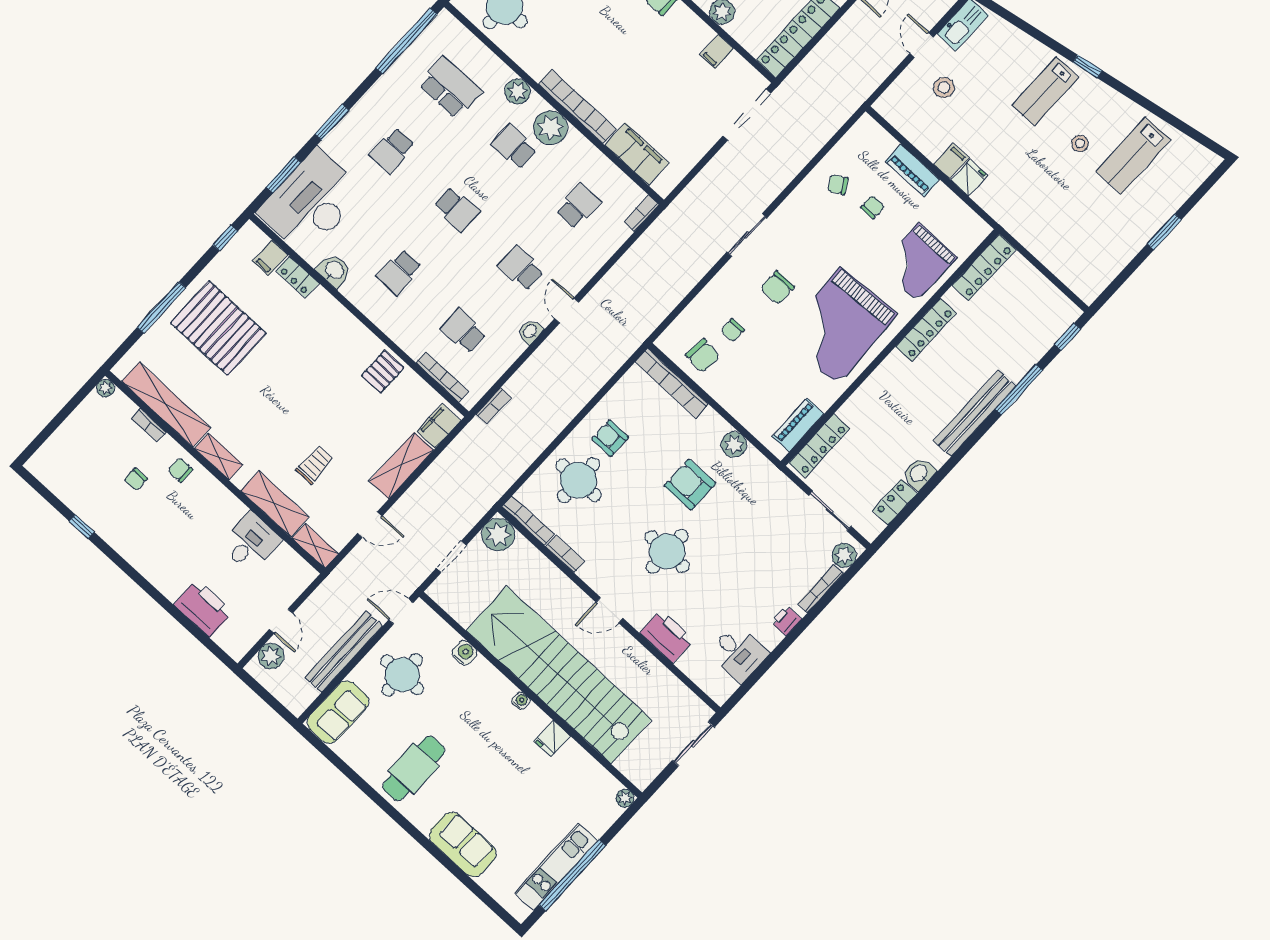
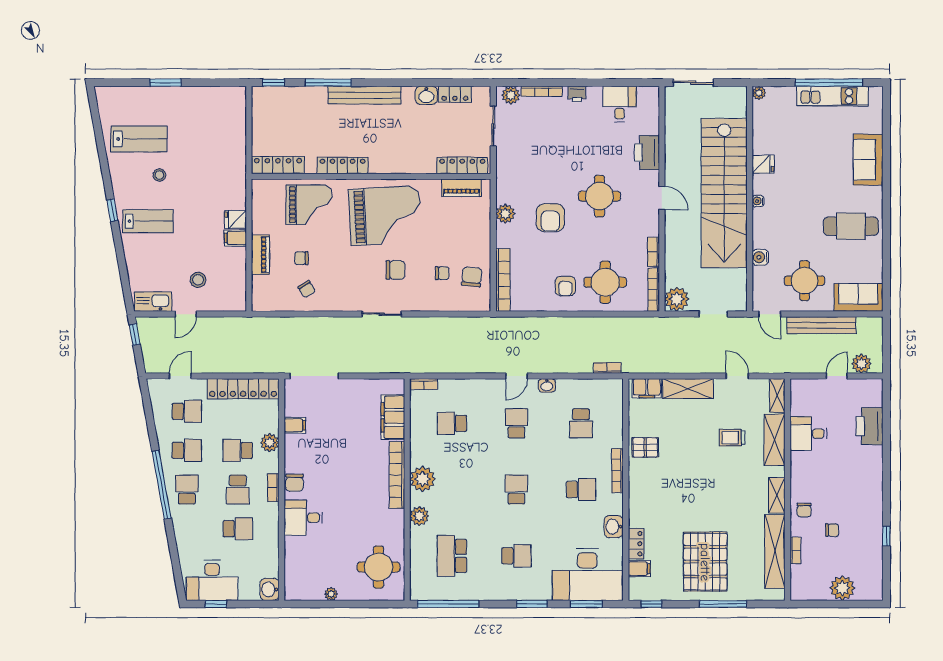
school desk: (514, 147) -> (452, 490), removed
school desk: (521, 268) -> (516, 423), turned 180
bookcase: (442, 377) -> (617, 471), moved
plant: (105, 388) -> (842, 588), moved, width x1.88, depth x1.88

